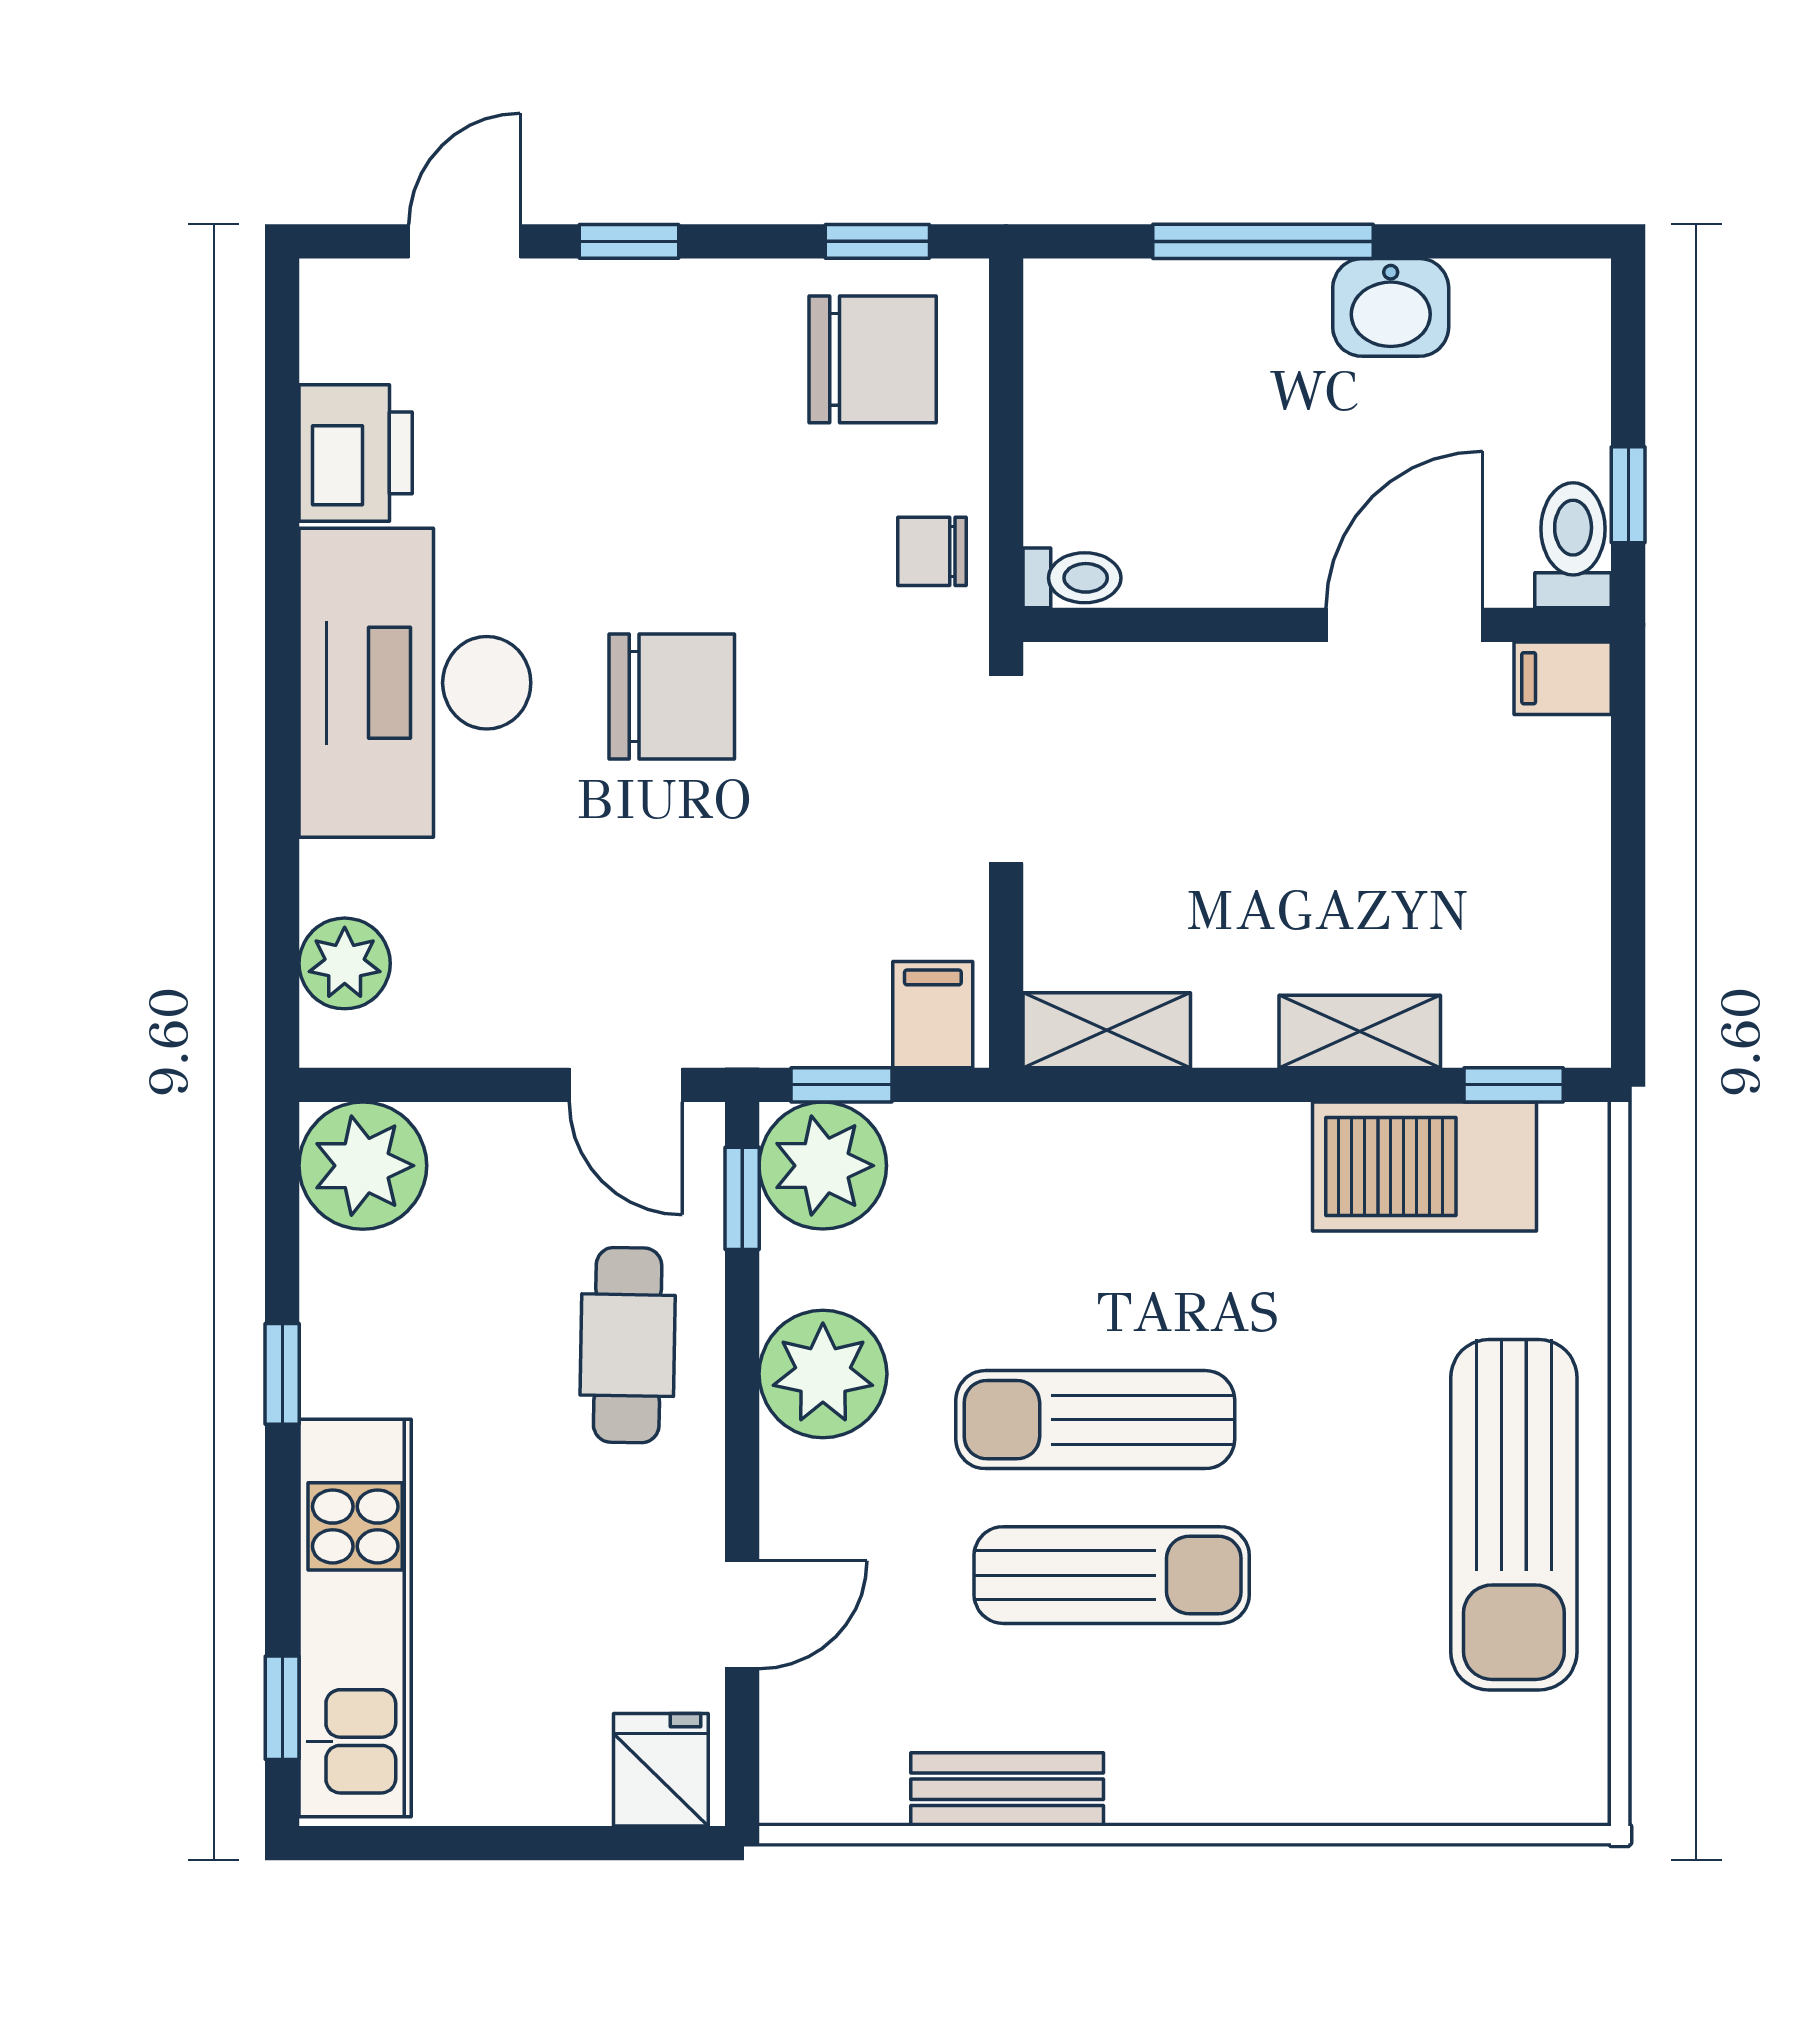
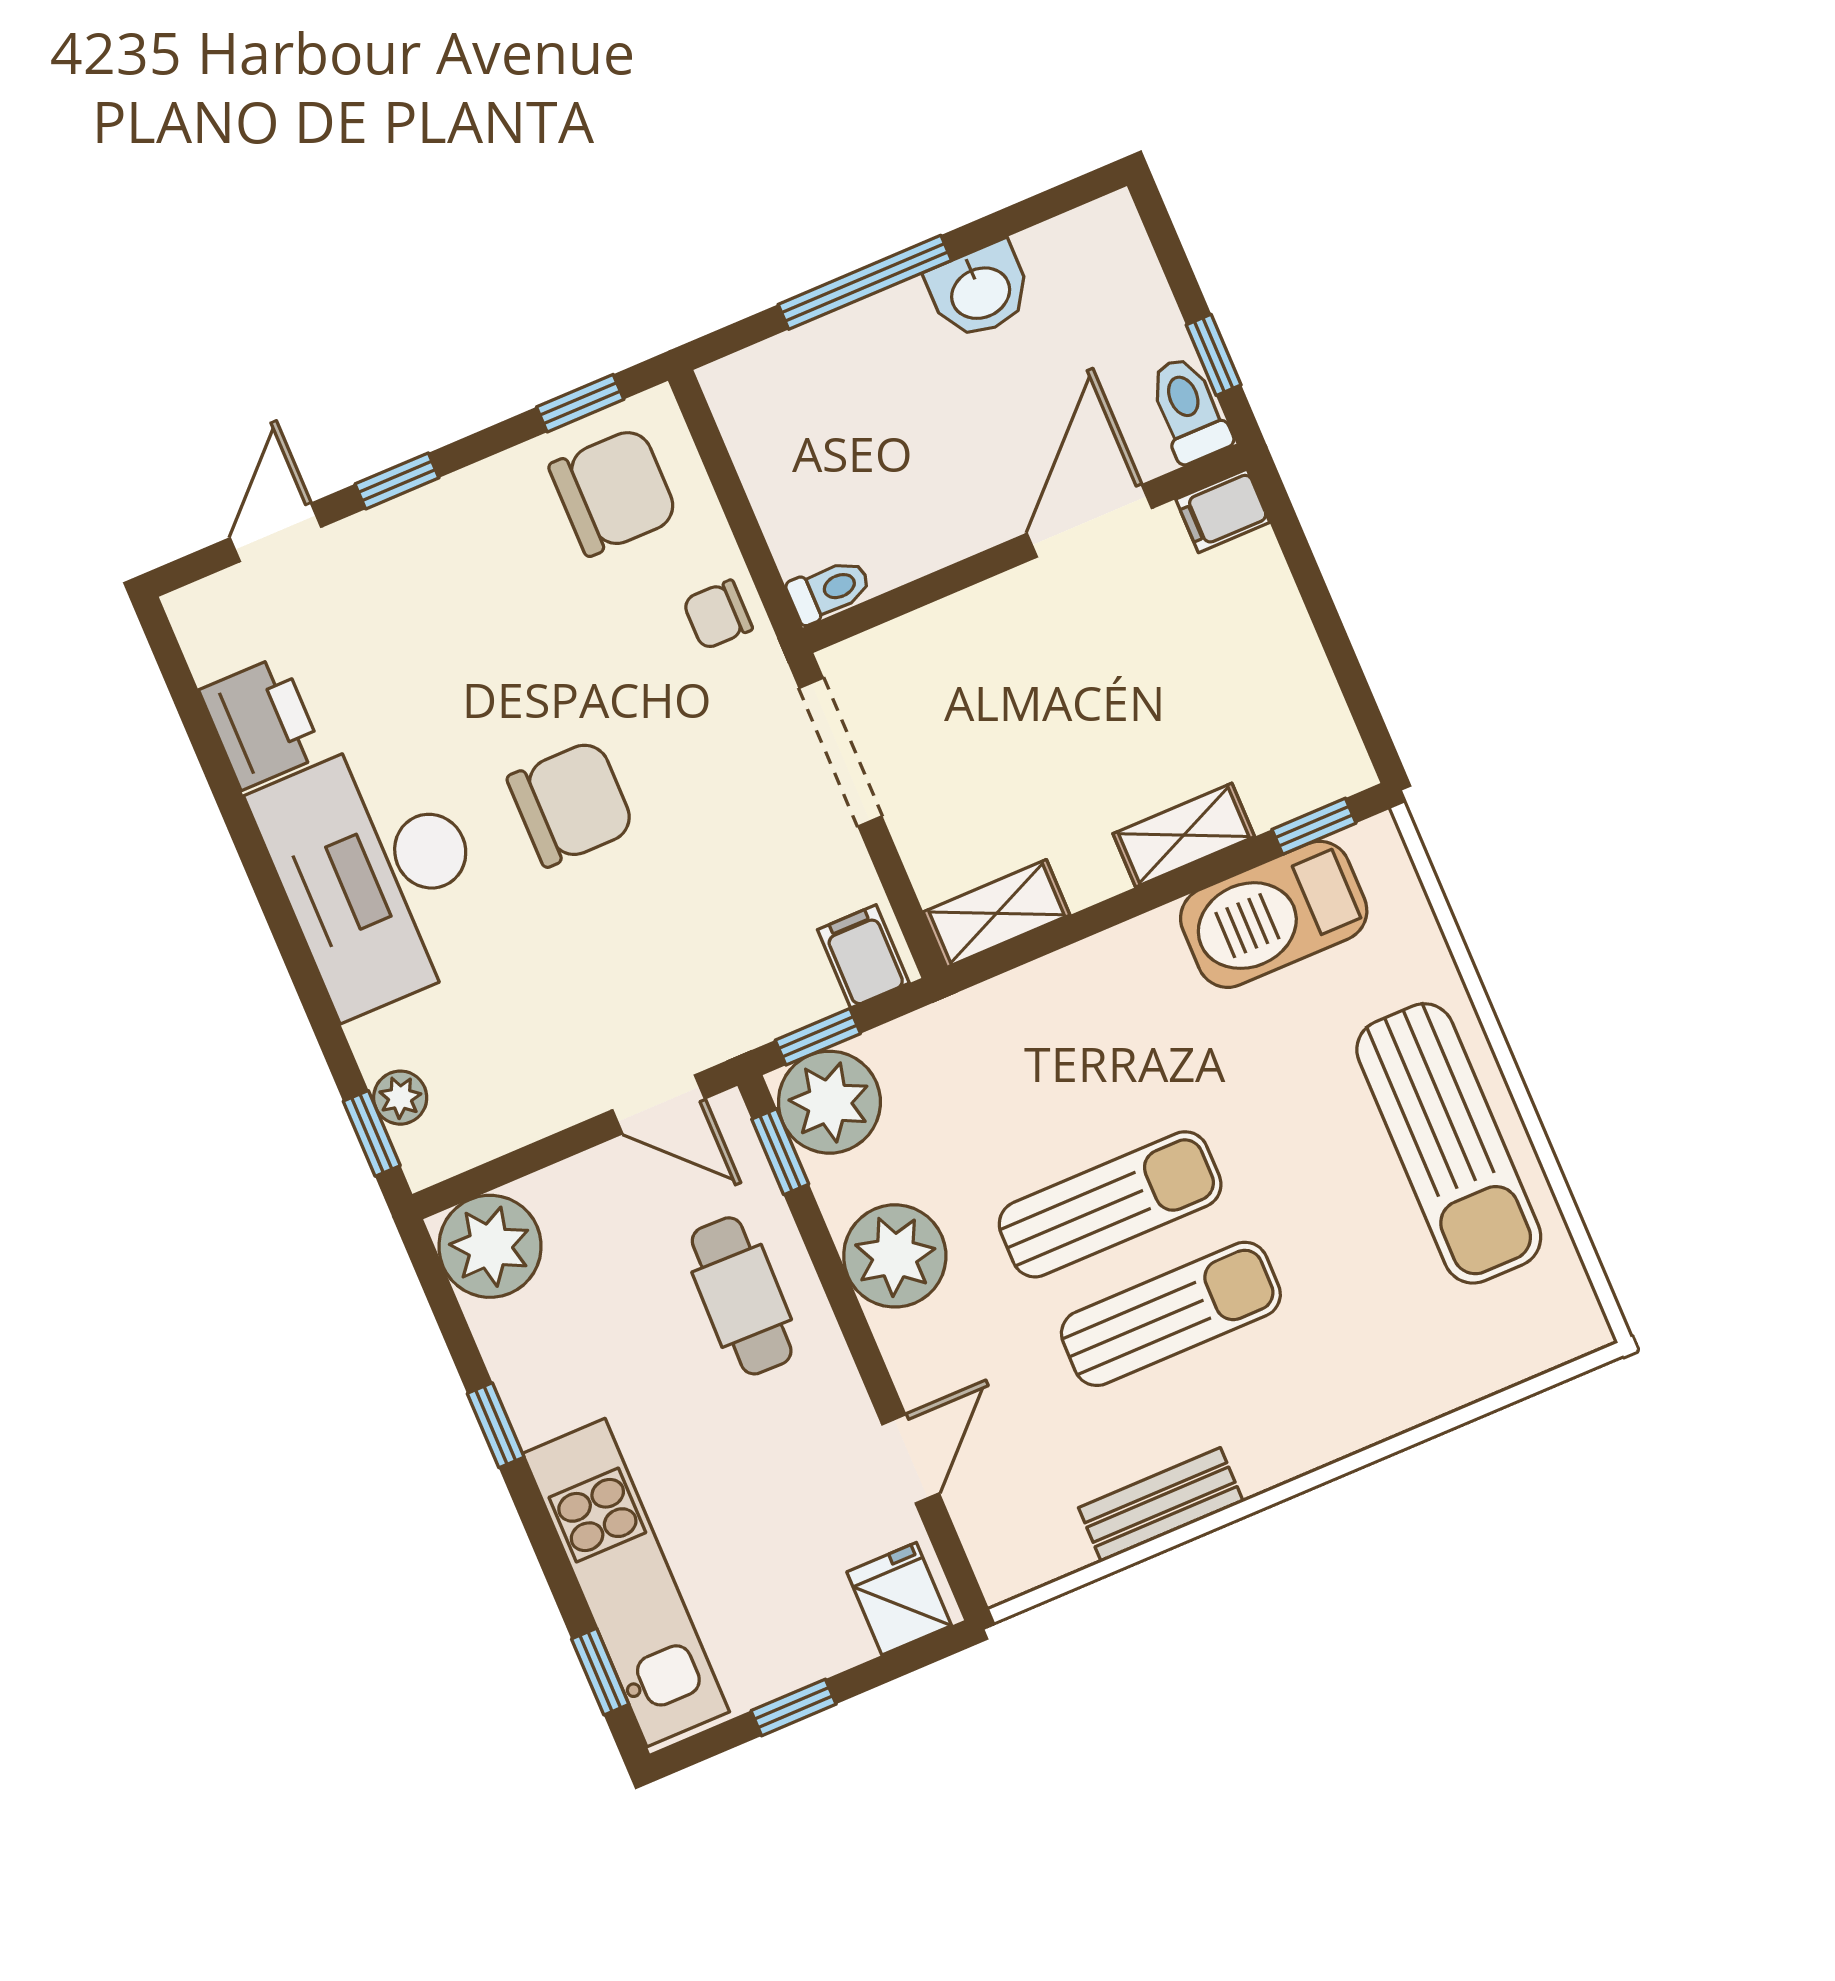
plant: (345, 963) -> (400, 1098), width x0.73, depth x0.73
window: (282, 978) -> (372, 1133), added
sun lounger: (1095, 1420) -> (1110, 1204), turned 180
window: (487, 1843) -> (794, 1707), added

